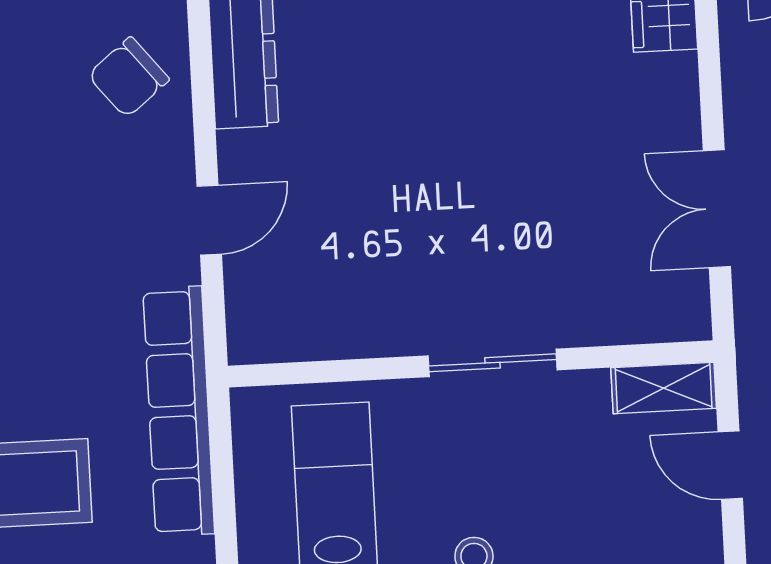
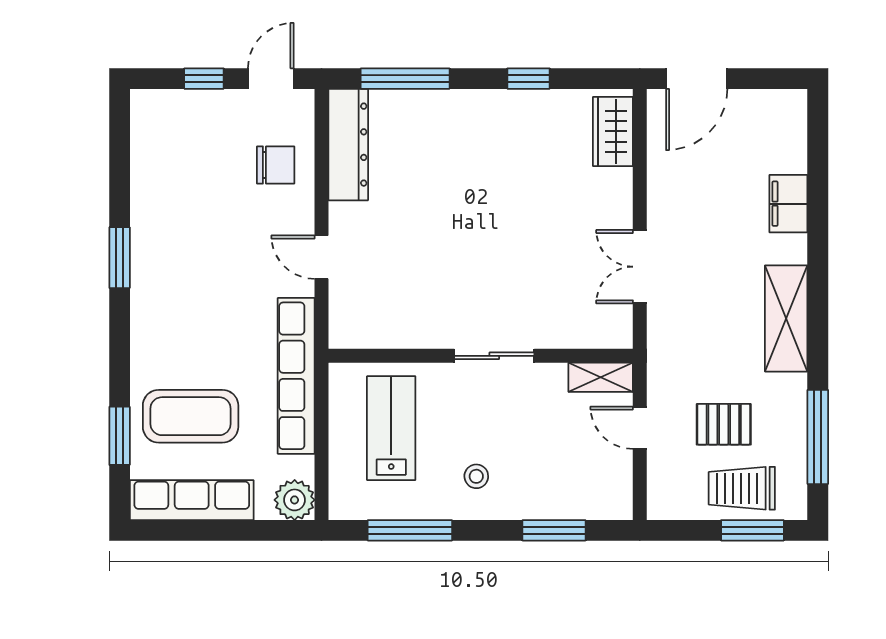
chair: (129, 77) -> (276, 165), turned -141
door: (209, 220) -> (321, 257), swing flipped

